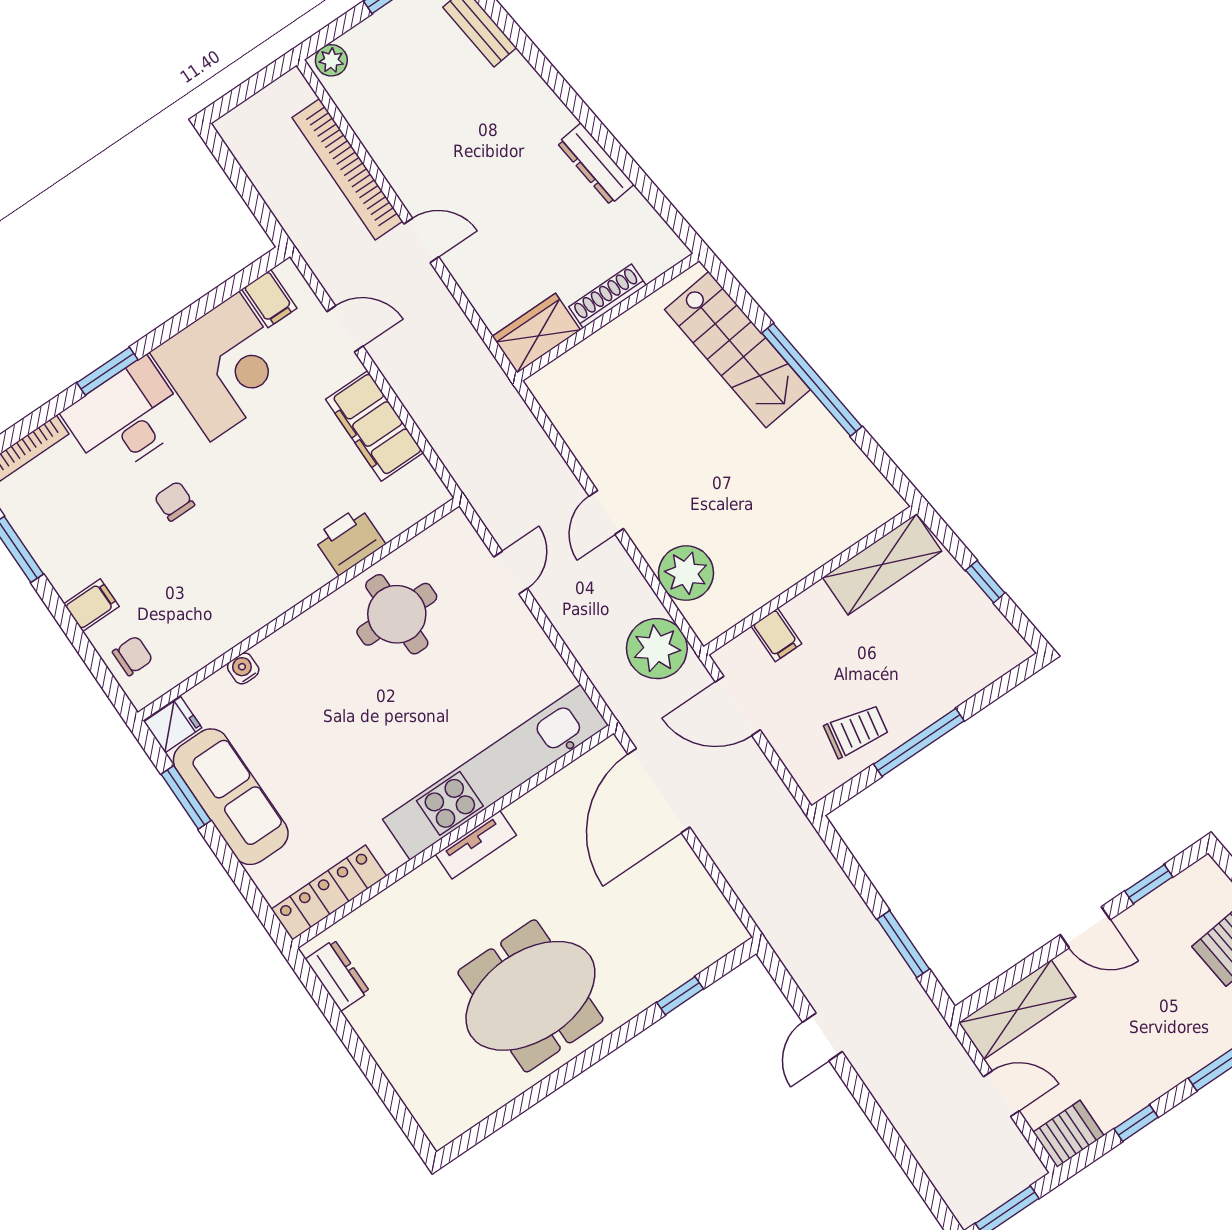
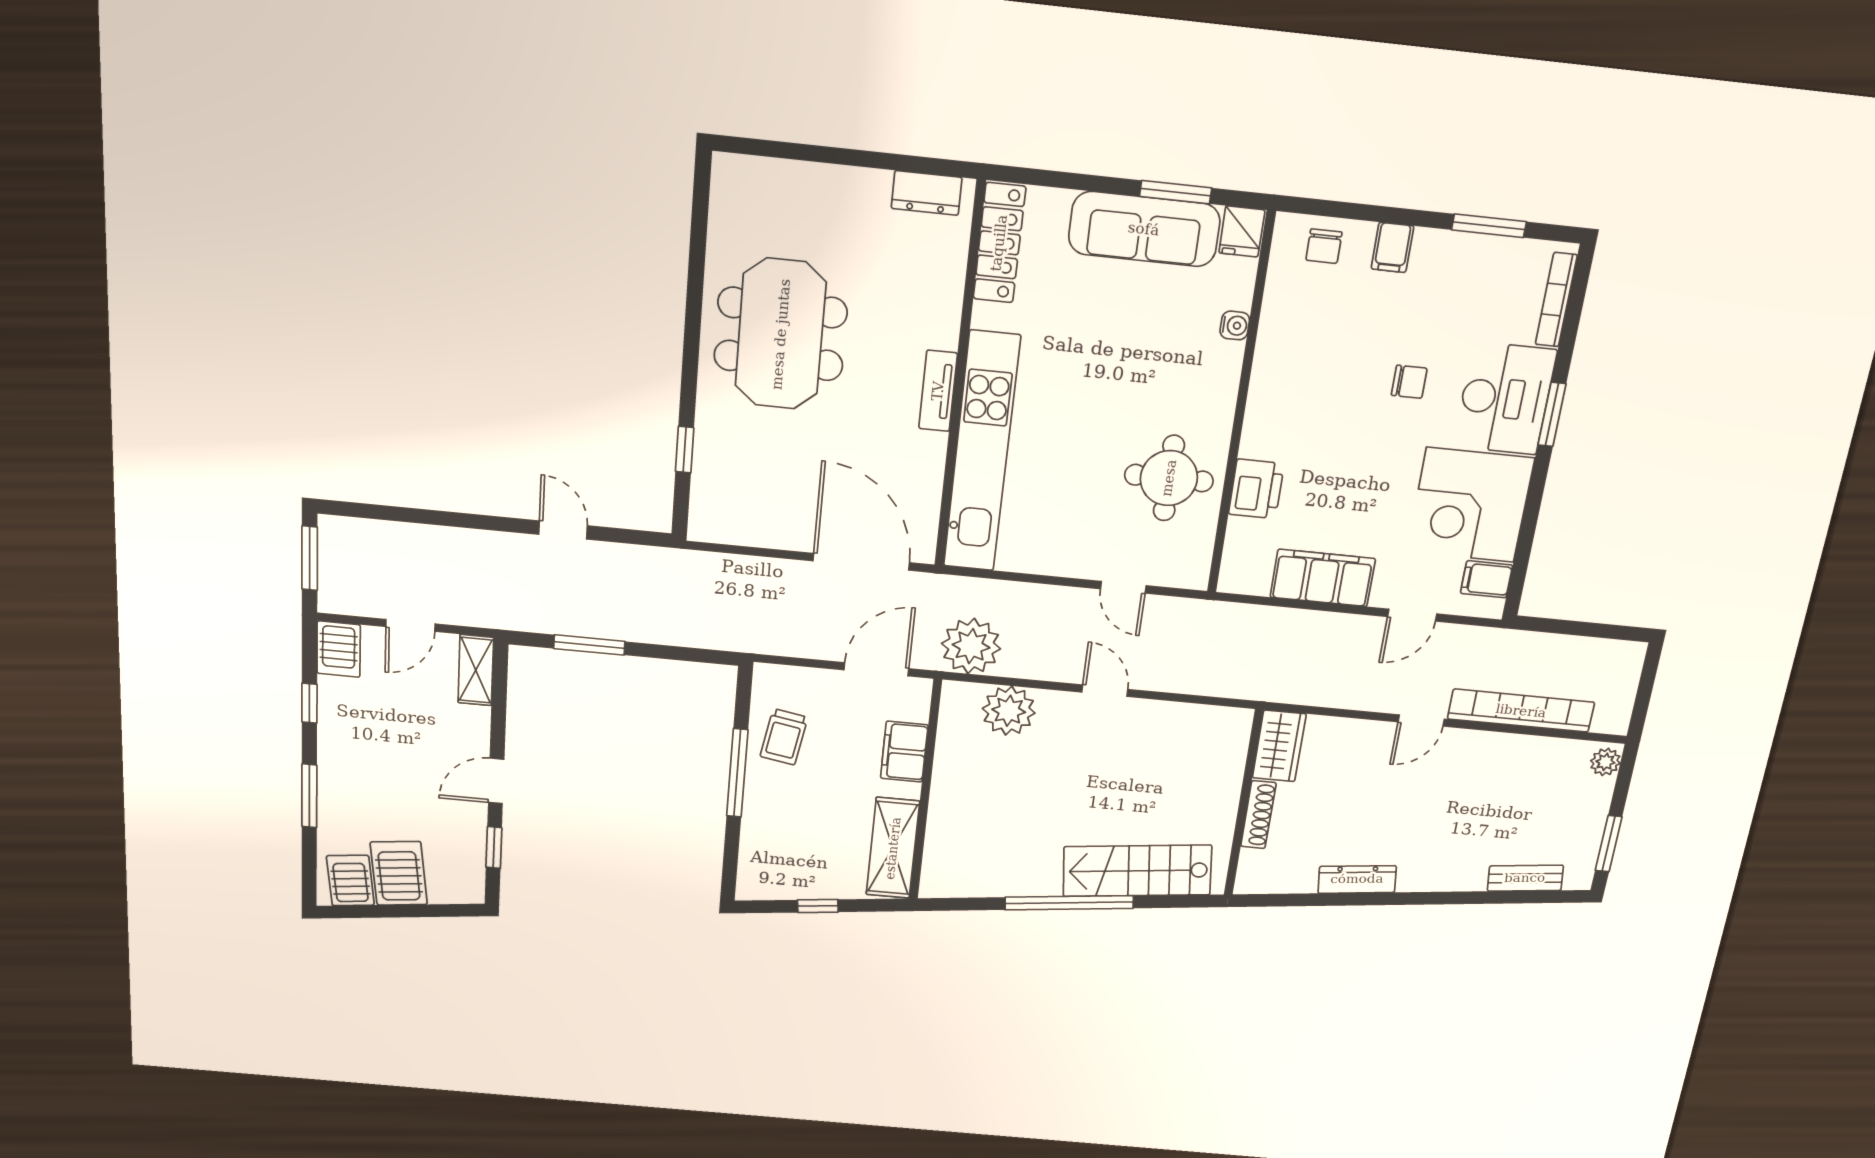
filing cabinet: (776, 635) -> (904, 752), width x2.00
shelving: (1017, 1010) -> (476, 670), width x0.67, depth x0.75

